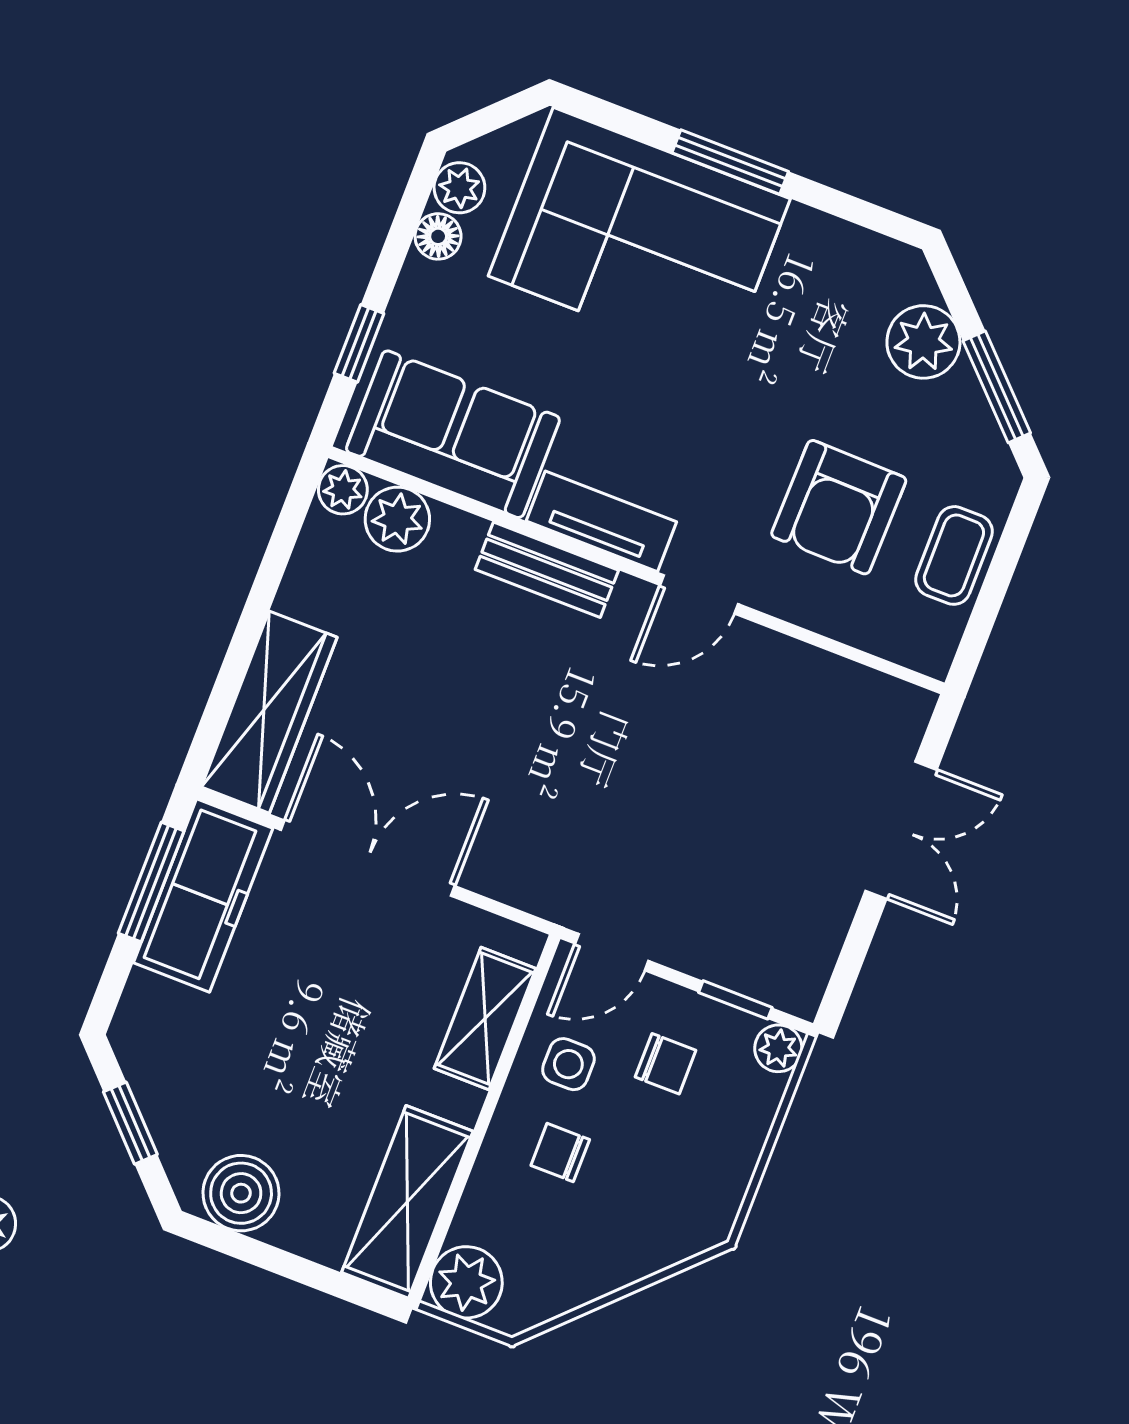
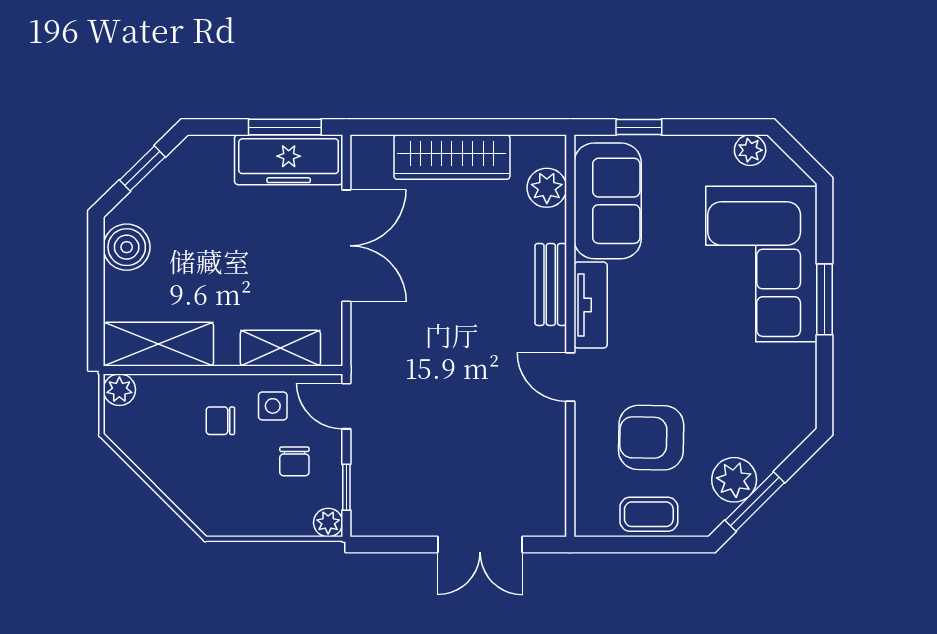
floor lamp: (438, 236) -> (717, 149), removed
plant: (923, 342) -> (734, 480), moved
plant: (343, 490) -> (552, 150), removed
wardrobe: (269, 712) -> (452, 157), moved
chair: (560, 1152) -> (220, 421), turned -90
plant: (466, 1282) -> (119, 390), width x0.73, depth x0.73

